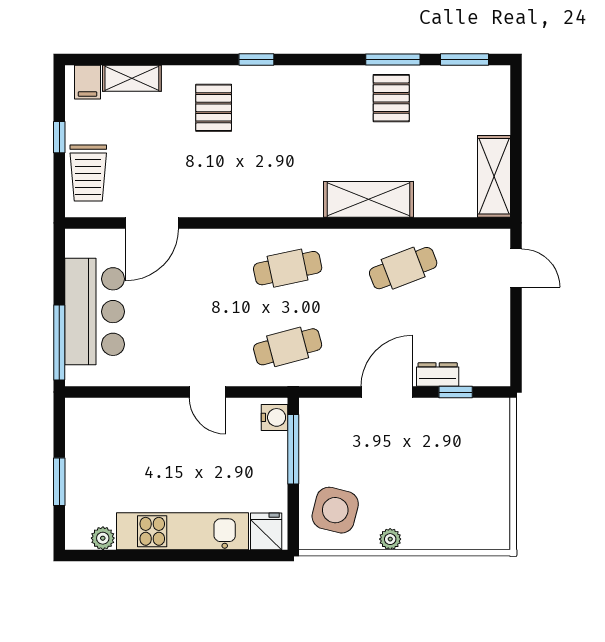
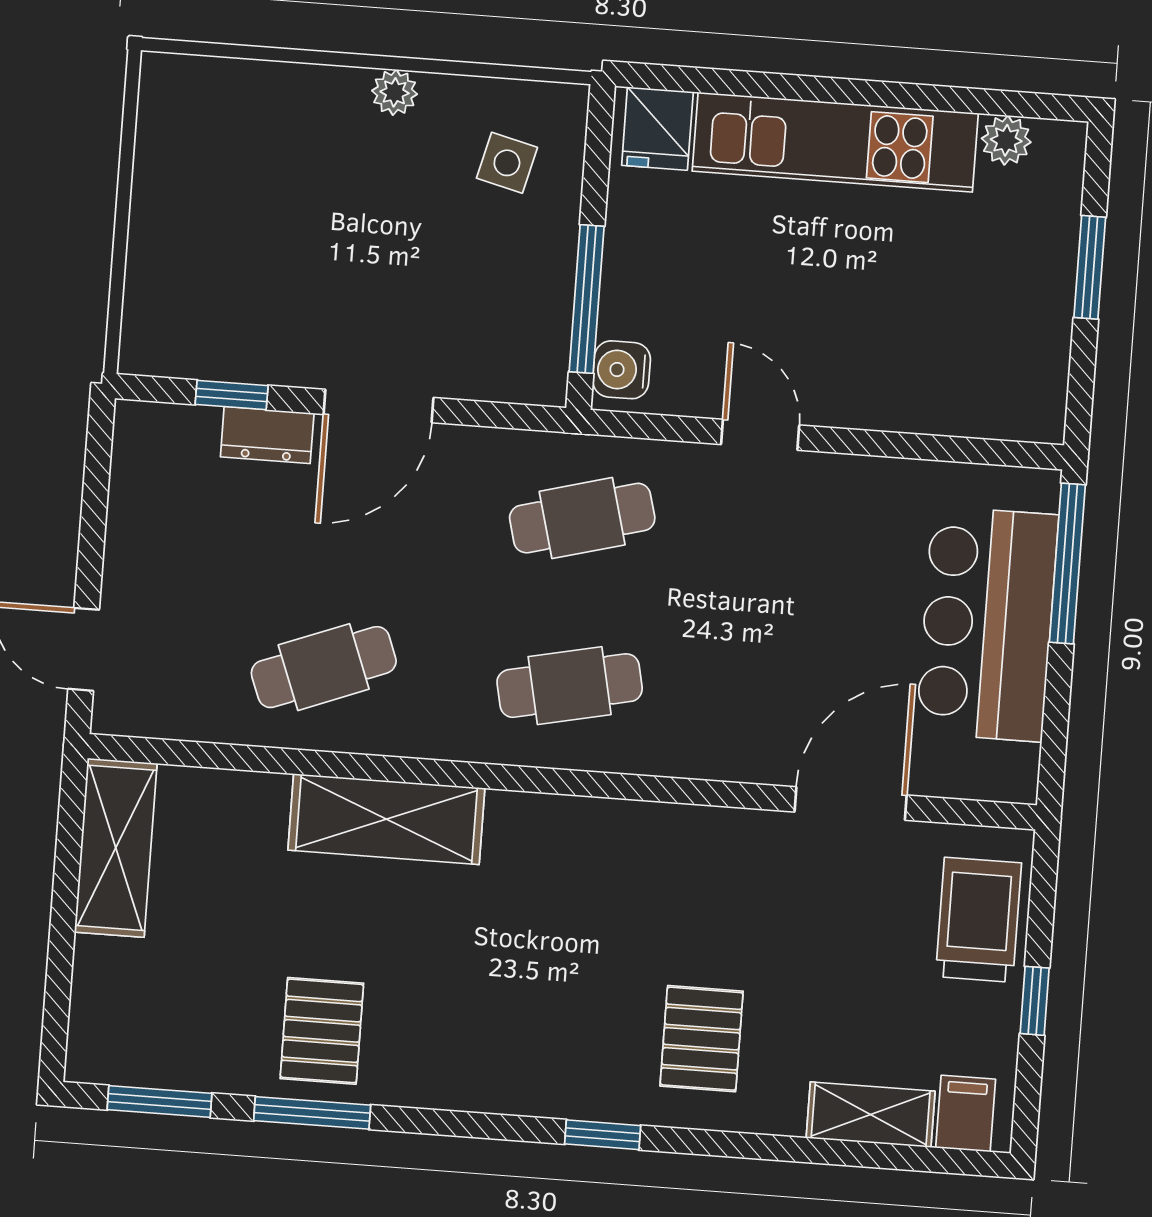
side table: (335, 510) -> (507, 163), width x0.54, depth x0.54

